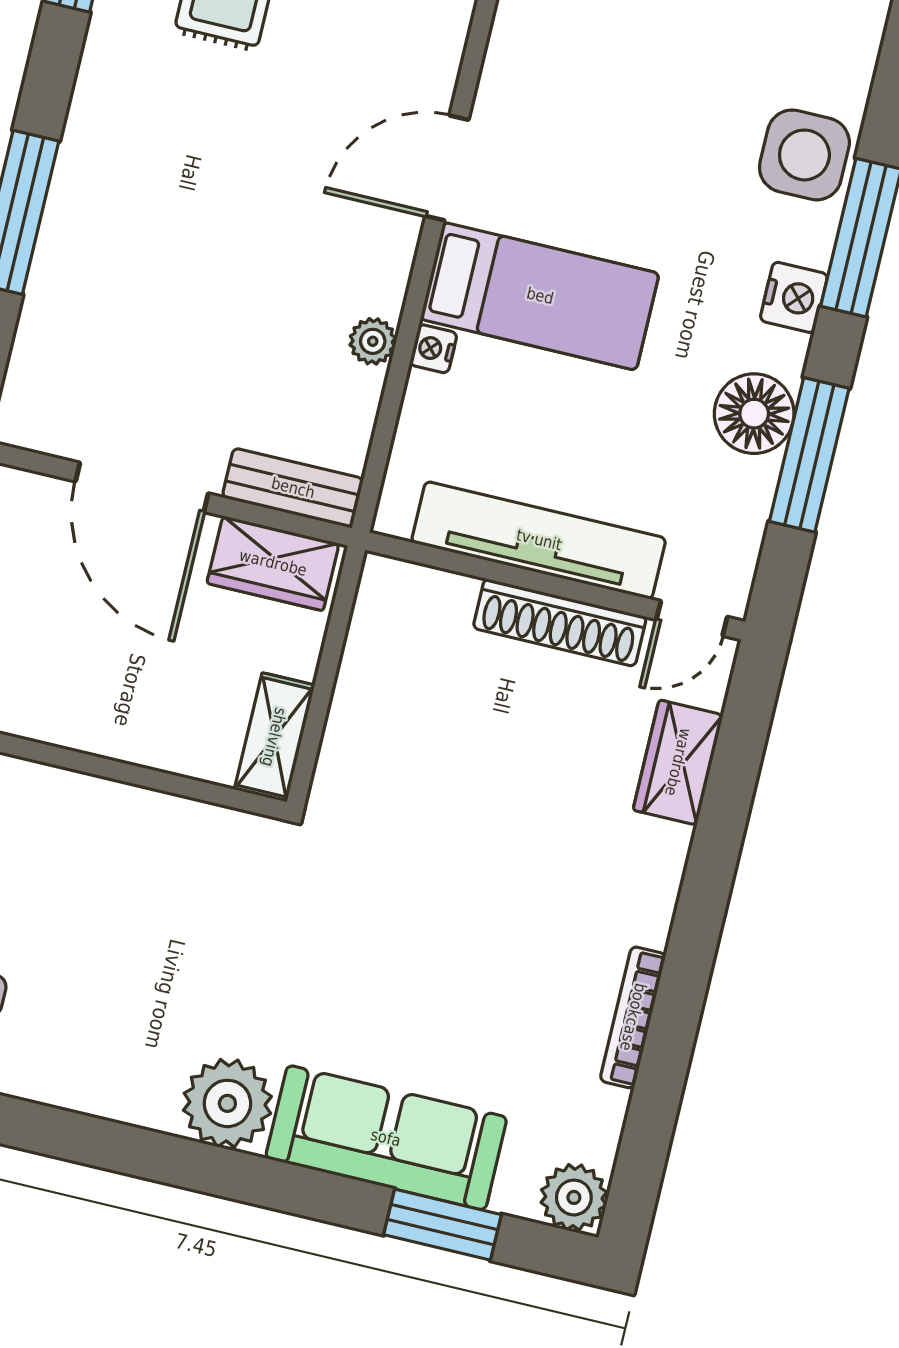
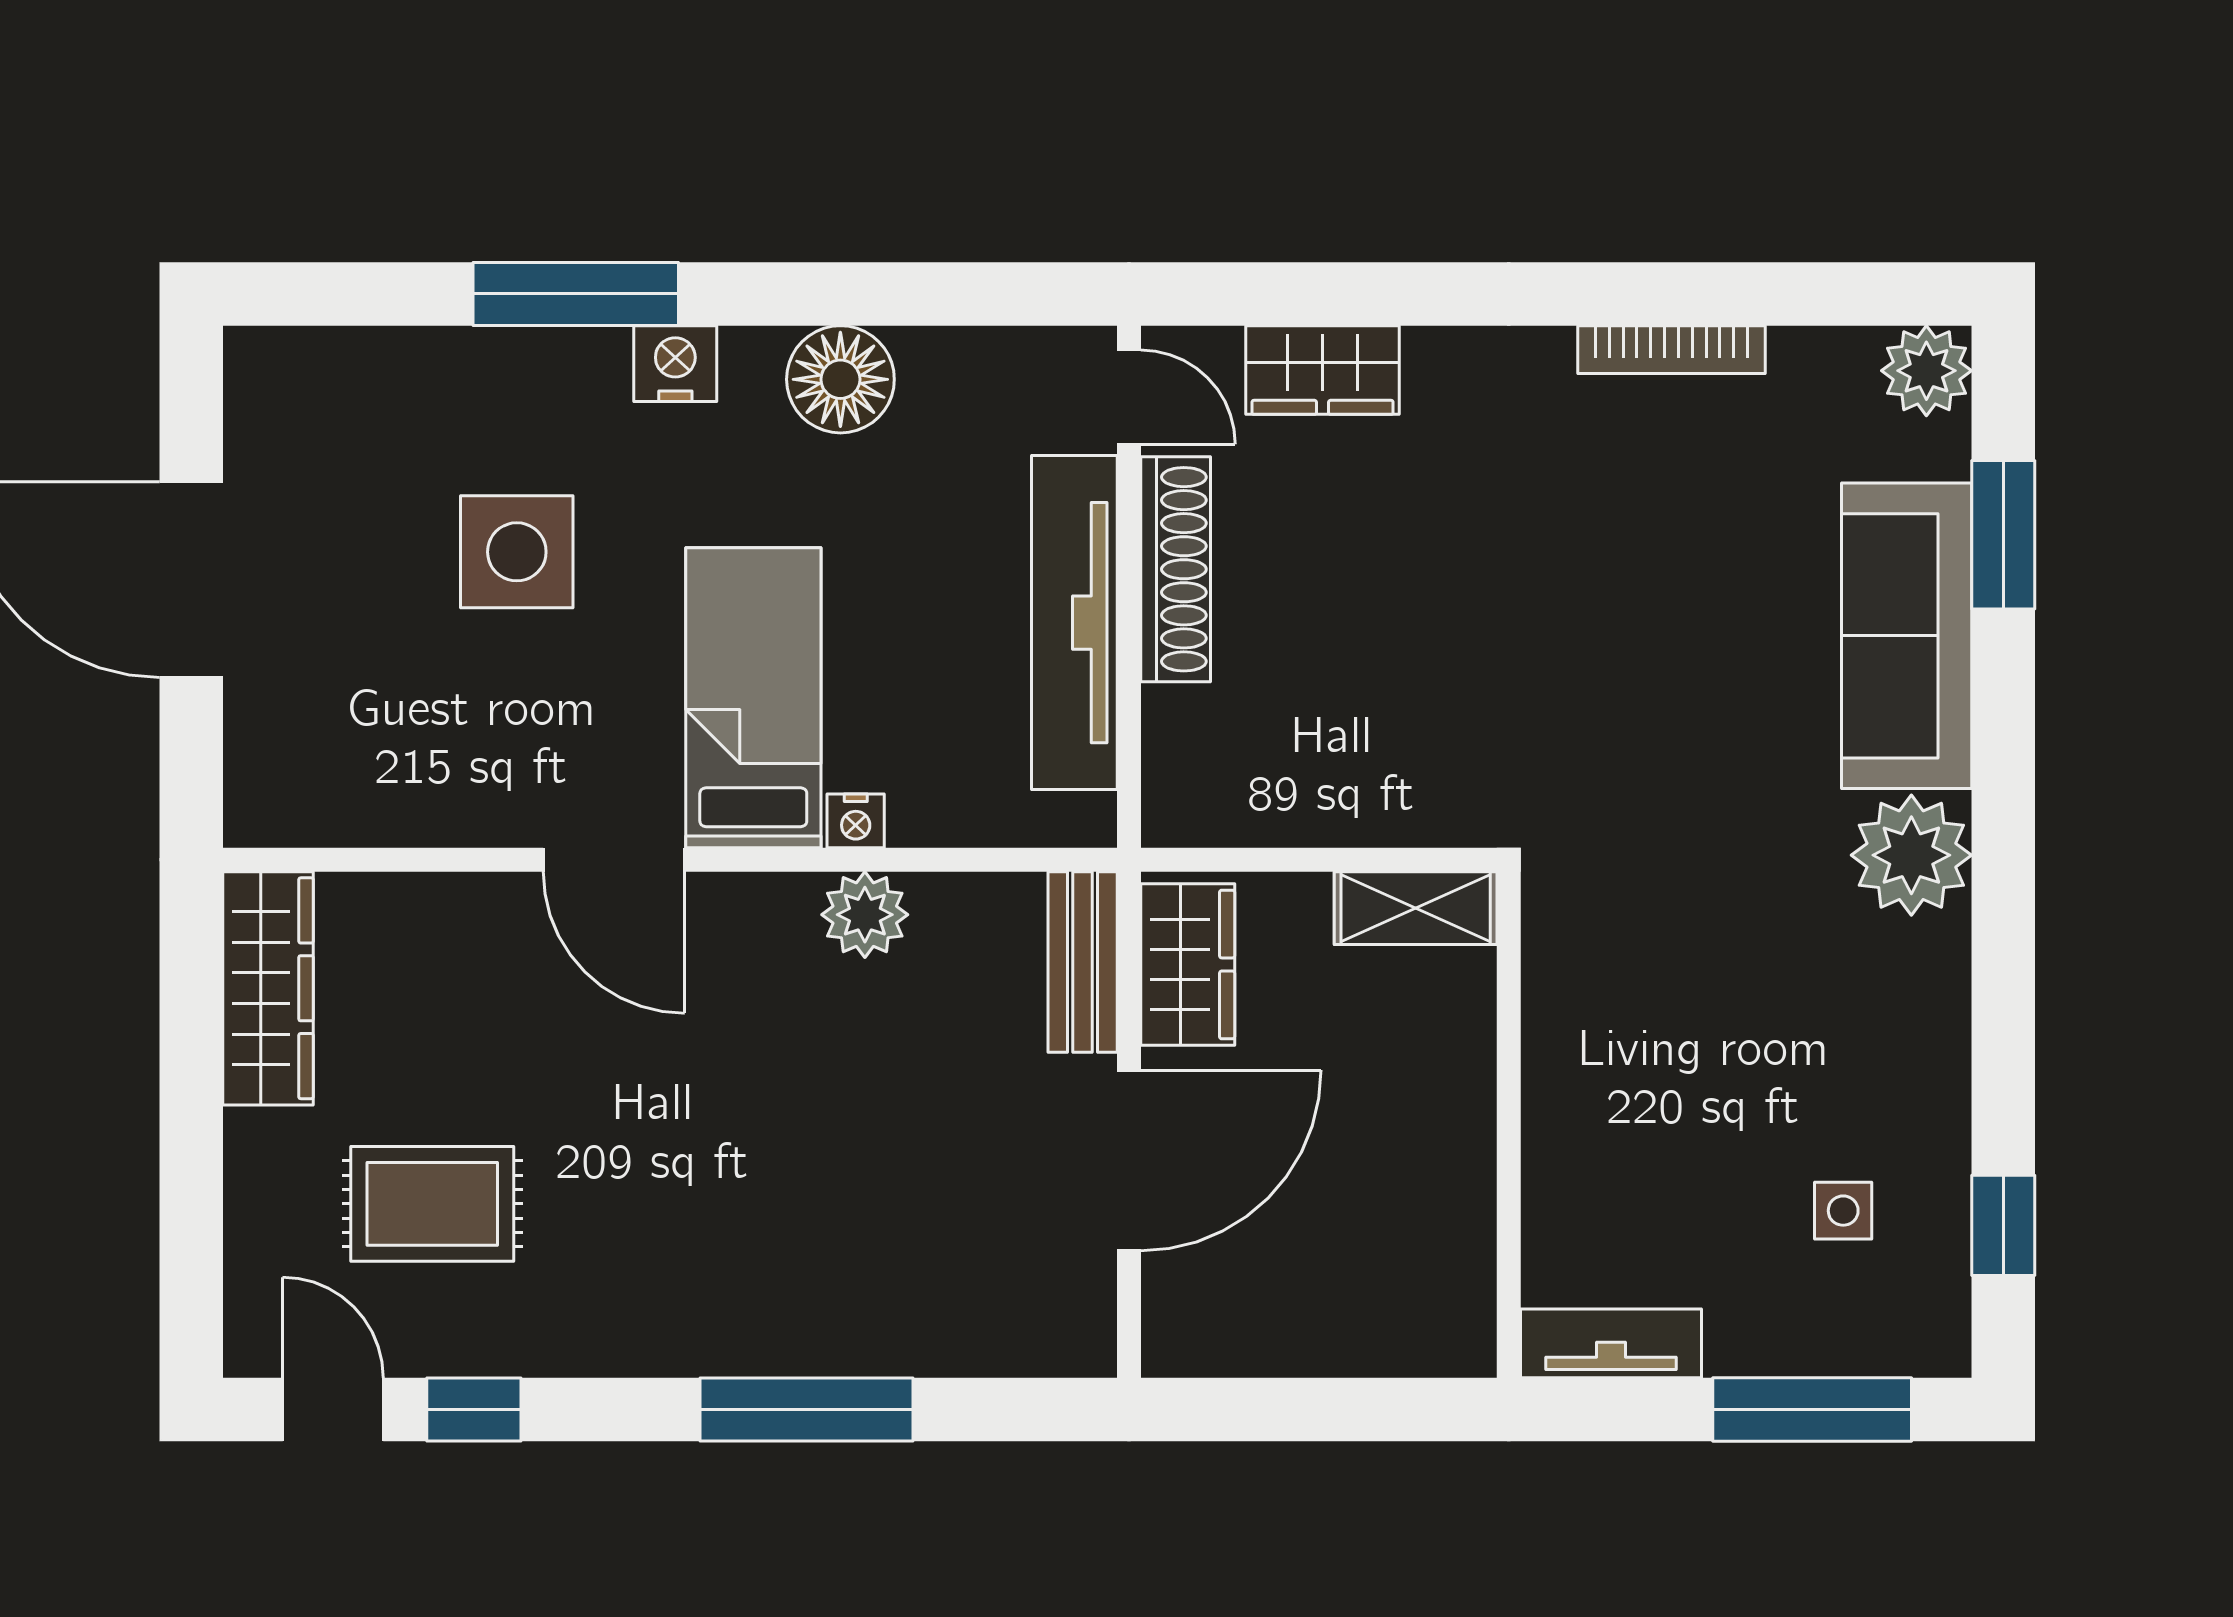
side table: (804, 155) -> (517, 552), moved
plant: (373, 341) -> (865, 915), width x1.38, depth x1.38
window: (809, 455) -> (877, 294), removed

